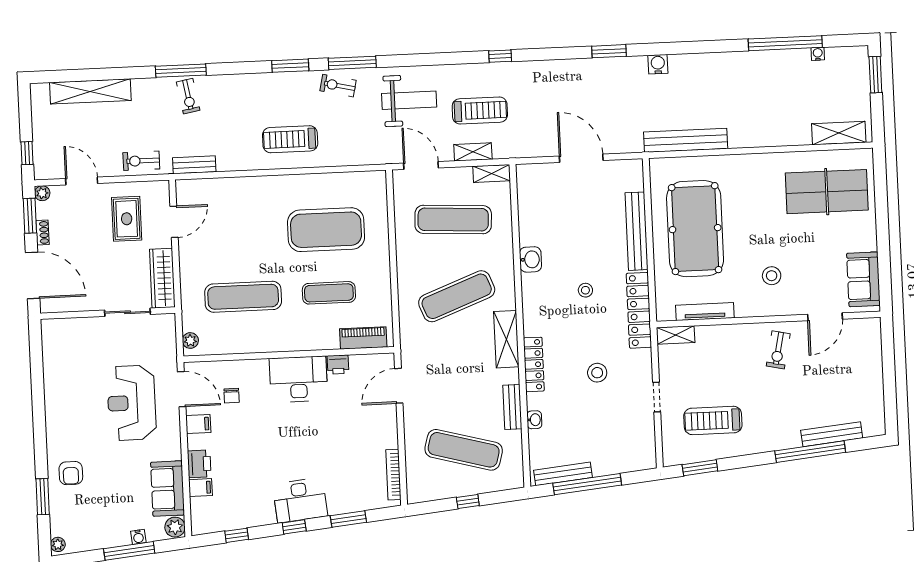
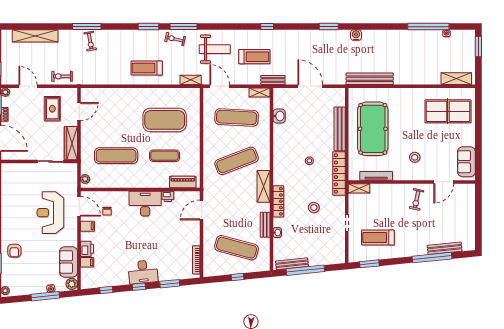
shelving: (473, 152) -> (191, 80), moved
bench: (194, 165) -> (273, 80), moved
washbasin: (530, 259) -> (279, 116), moved

